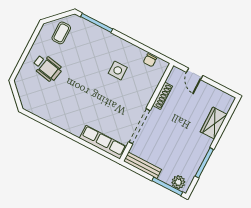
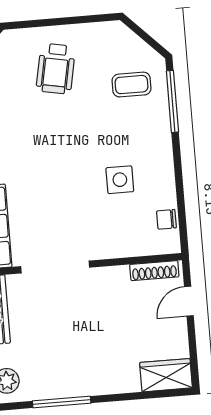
coffee table: (61, 33) -> (131, 85), moved
shoe rack: (163, 96) -> (154, 271), moved
wardrobe: (214, 123) -> (166, 375), moved

